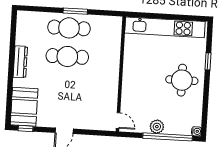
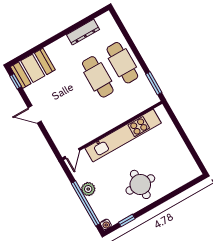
window: (75, 11) -> (154, 83), moved
kitchen unit: (165, 27) -> (123, 136), moved, turned -90
window: (208, 61) -> (127, 221), moved
dresser: (20, 62) -> (83, 32), moved

